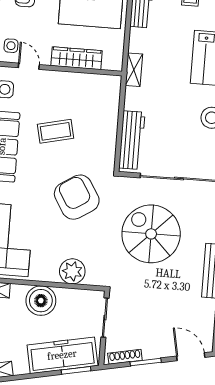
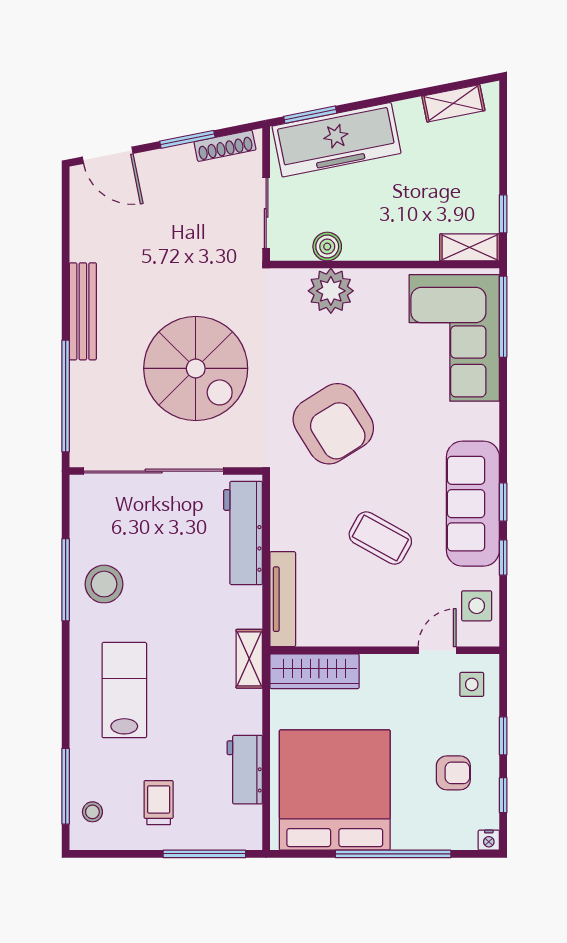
wardrobe: (76, 58) -> (315, 671), moved
door: (29, 66) -> (437, 650), swing flipped
tv unit: (113, 101) -> (283, 599), added
coffee table: (55, 131) -> (380, 538), turned 42
boiler: (41, 301) -> (327, 247), moved, width x0.54, depth x0.54

